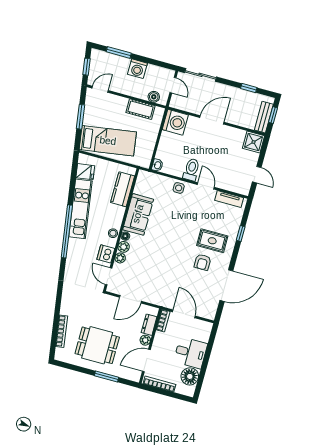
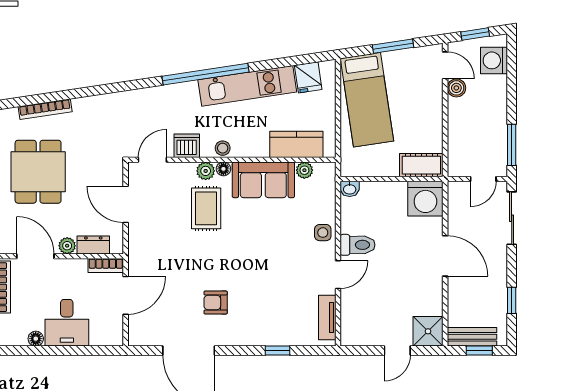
window: (119, 52) -> (512, 145), moved
washing machine: (137, 69) -> (494, 60), moved
boiler: (154, 97) -> (456, 88), moved
cot: (141, 109) -> (421, 165), moved, turned 90
door: (257, 175) -> (397, 351), moved
rug: (212, 241) -> (206, 208), moved
plant: (120, 258) -> (304, 170), moved
floor lamp: (190, 376) -> (36, 339), width x0.53, depth x0.53

